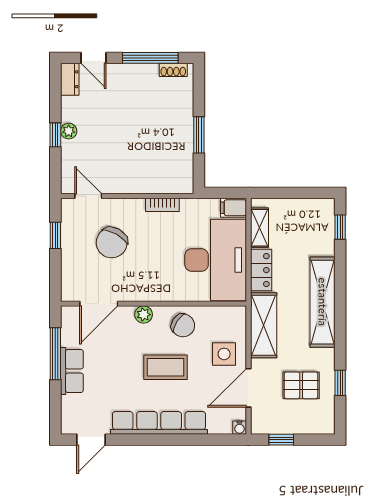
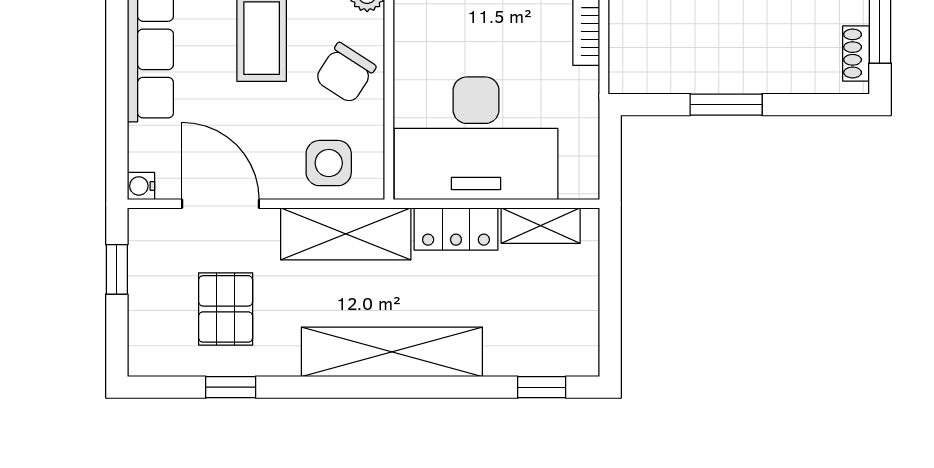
filing cabinet: (233, 208) -> (580, 174), removed
side table: (224, 354) -> (329, 163), moved

